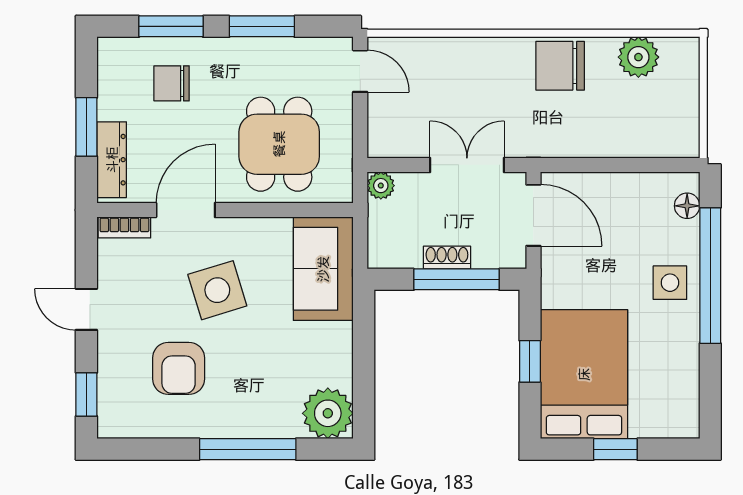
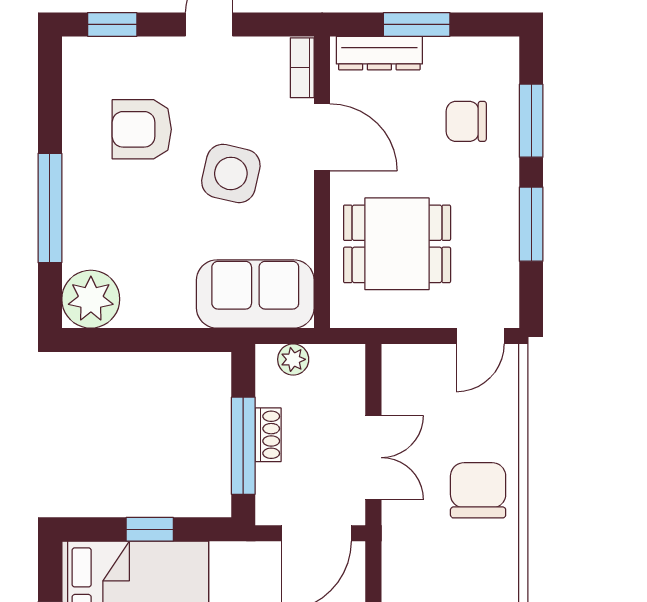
chair: (560, 66) -> (478, 490), moved
chair: (172, 83) -> (466, 121), turned -90
plant: (381, 186) -> (293, 359), moved
side table: (217, 290) -> (231, 173), turned 30

